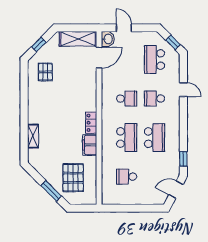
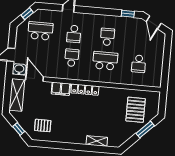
school desk: (154, 60) -> (40, 31), turned 180
locker: (91, 123) -> (85, 90), width x1.53
school desk: (154, 138) -> (107, 37), width x0.54
filing cabinet: (90, 145) -> (61, 89), moved
pallet: (73, 178) -> (136, 110), turned 90

